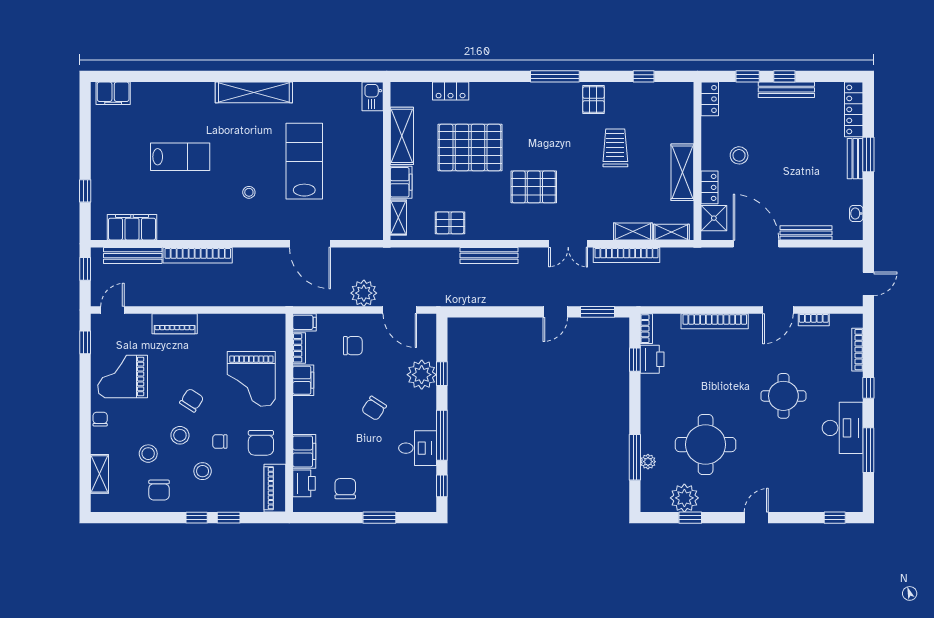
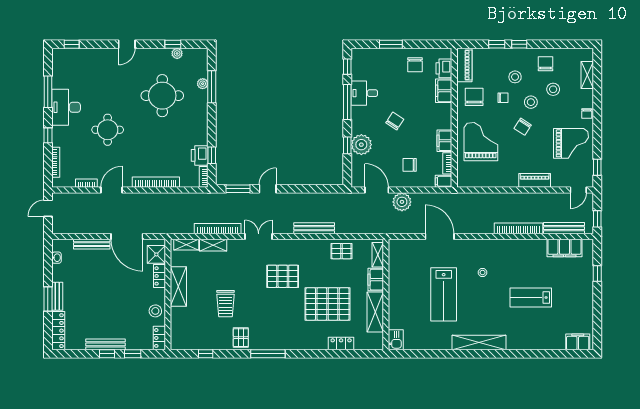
stool: (739, 155) -> (155, 311), moved
plant: (684, 498) -> (177, 53), width x0.53, depth x0.53

